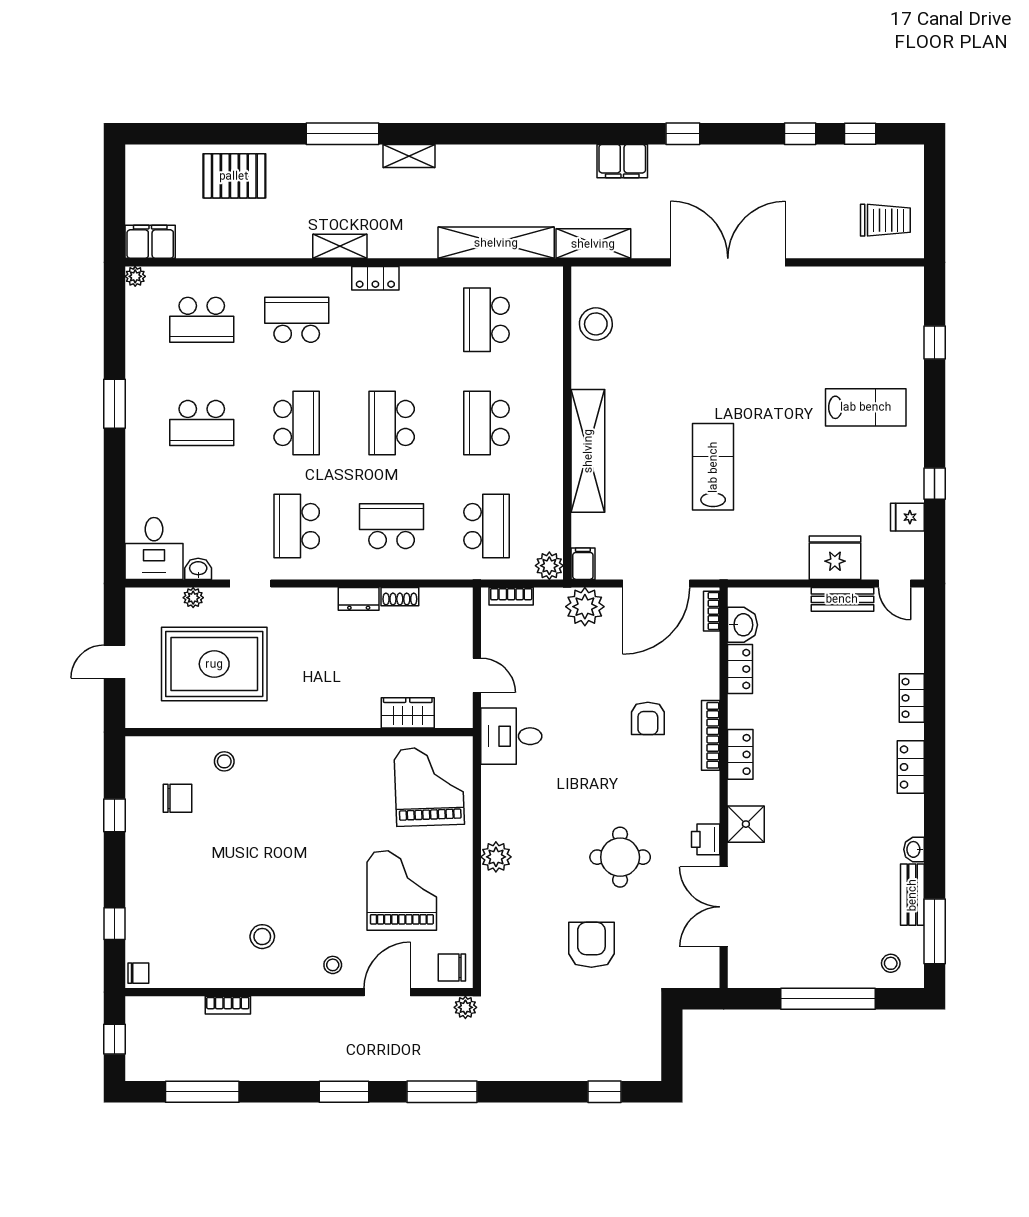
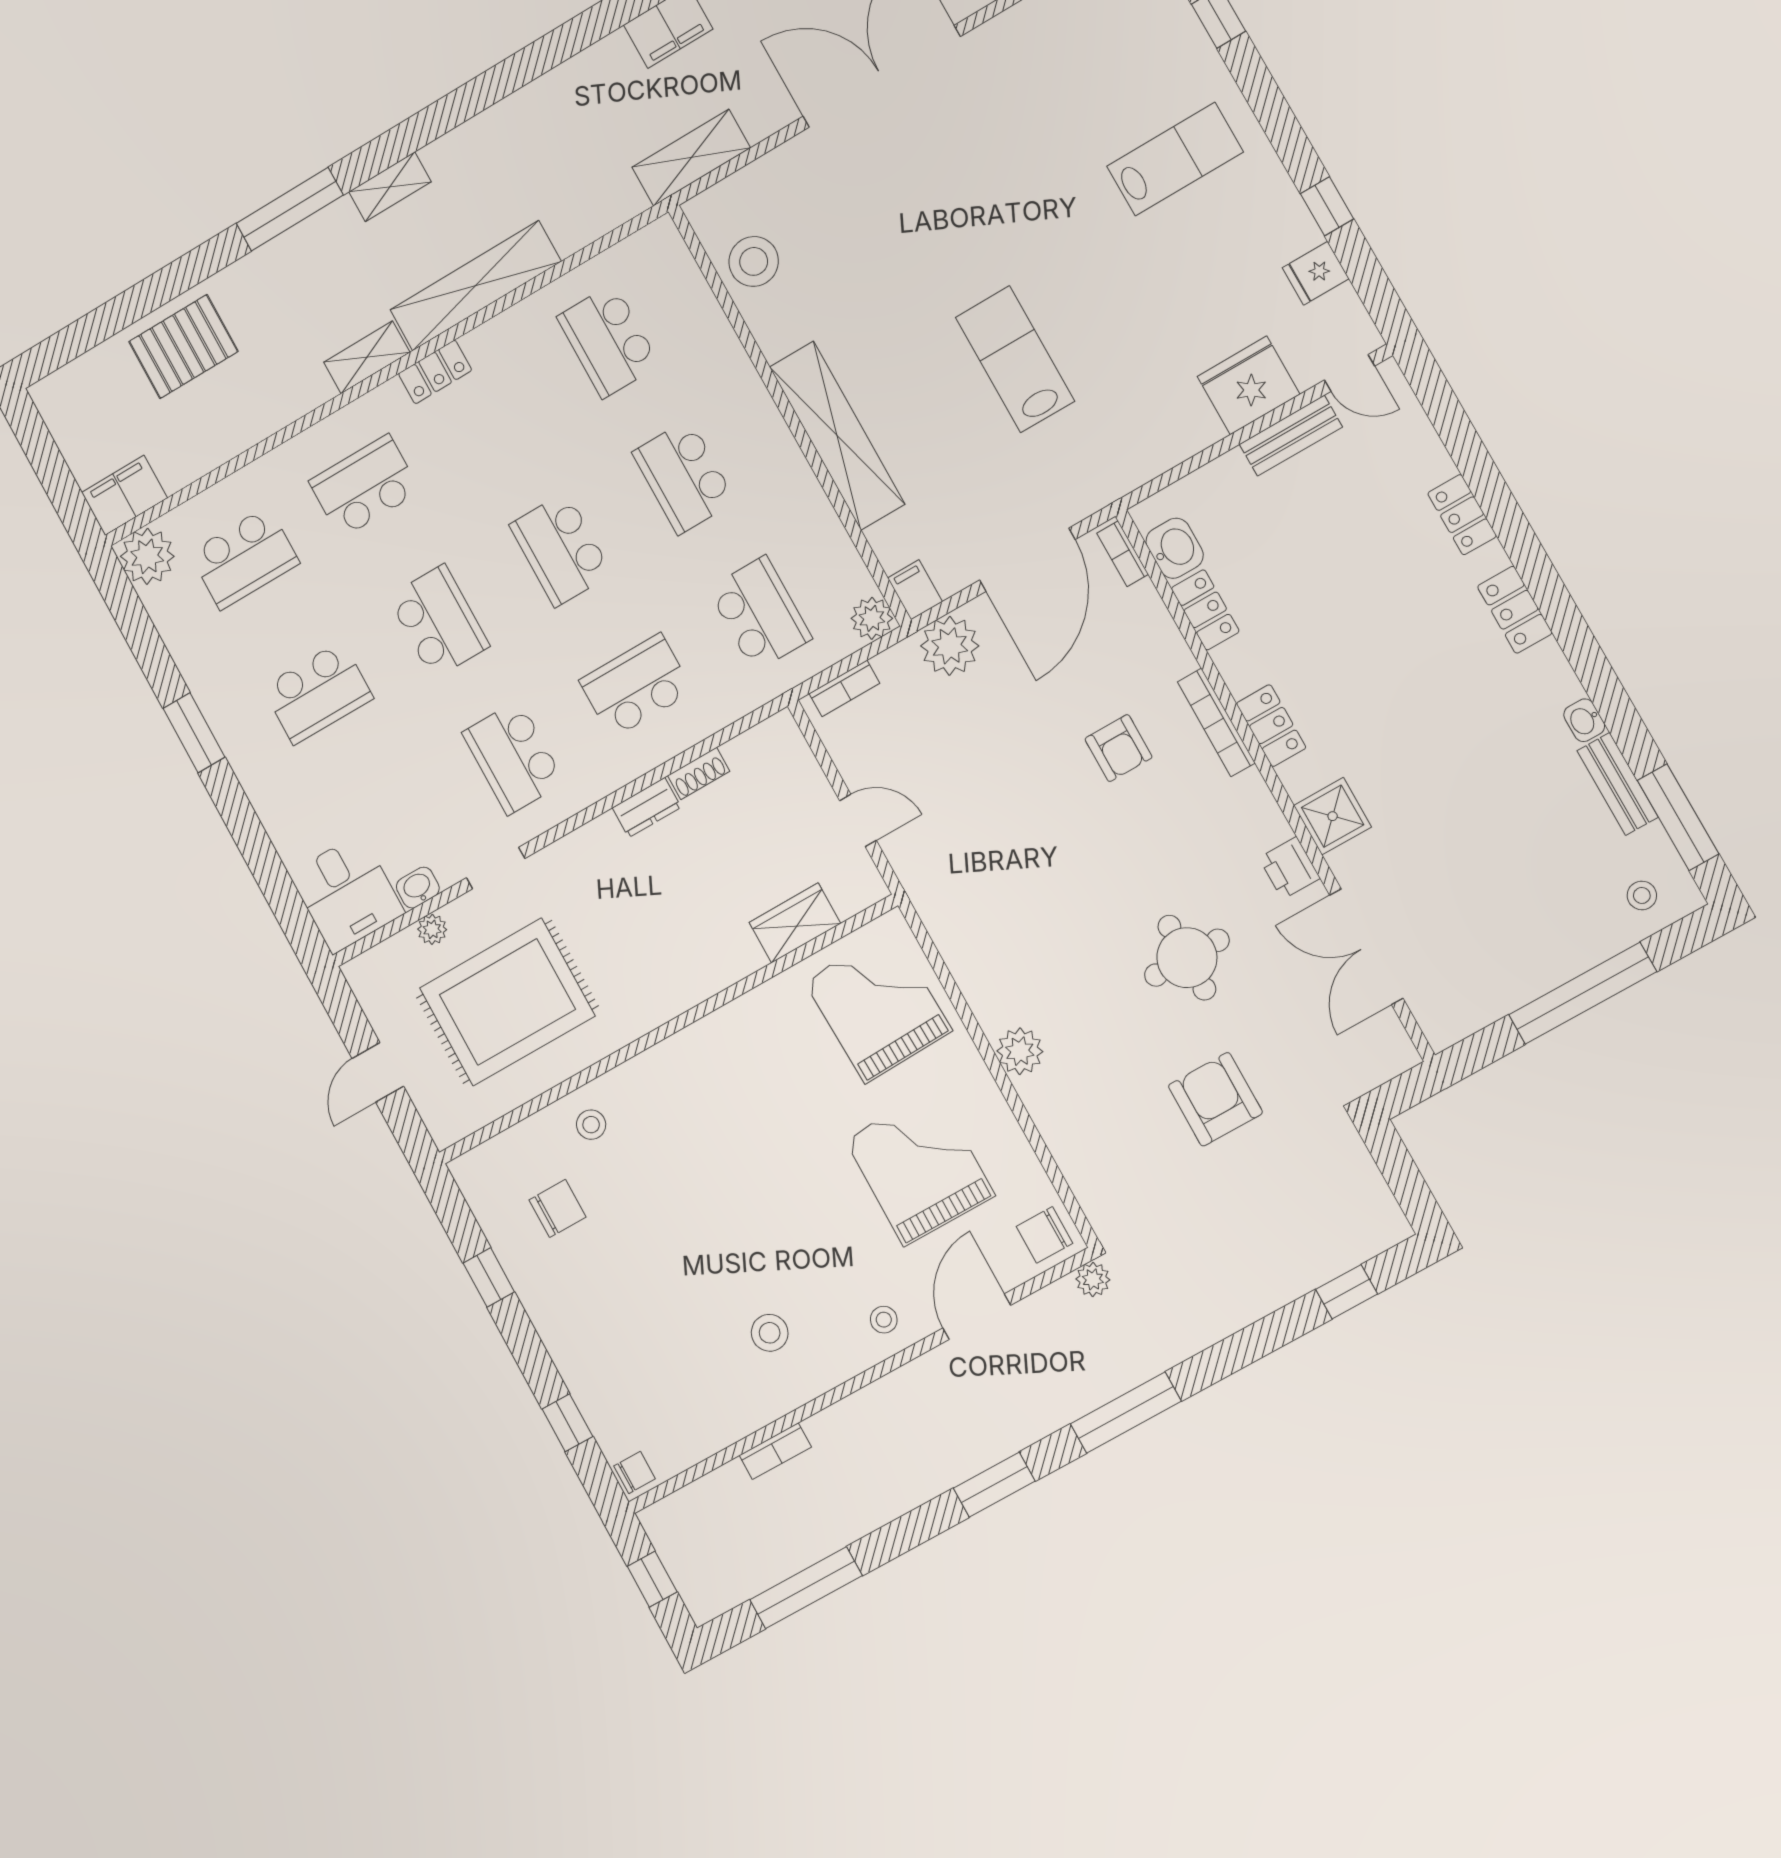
shelving: (496, 243) -> (475, 286), moved
plant: (135, 276) -> (147, 556), width x1.88, depth x1.88
desk: (511, 736) -> (949, 876), removed

